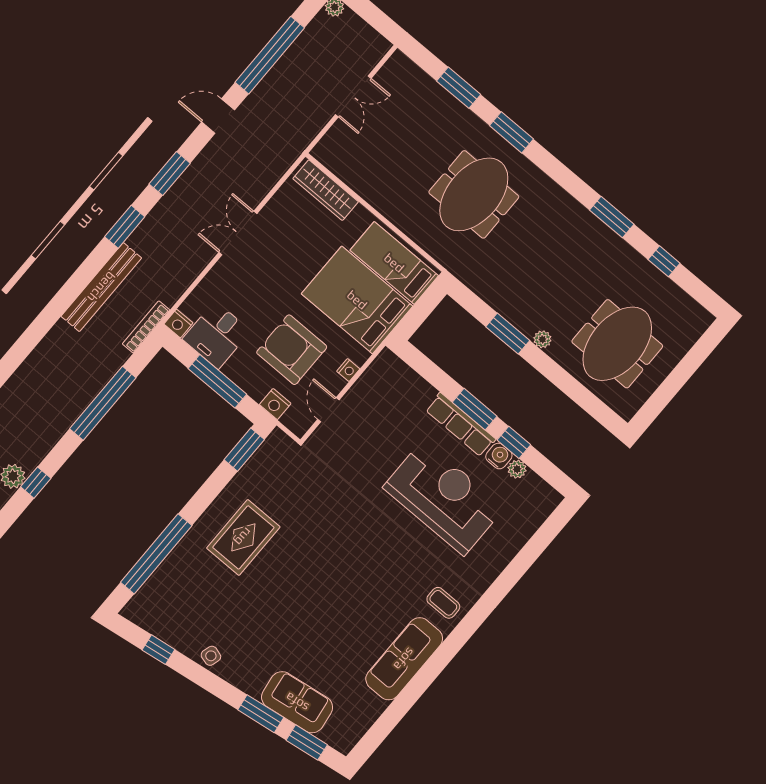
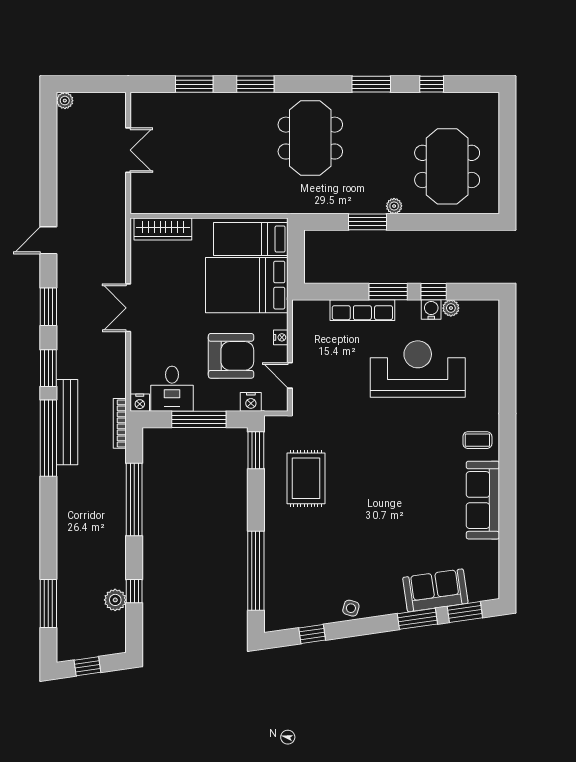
window: (270, 55) -> (48, 438), moved
meeting table: (474, 194) -> (310, 138), moved
armchair: (292, 350) -> (231, 356), turned 180
row of seats: (461, 425) -> (362, 310), moved
rug: (243, 537) -> (306, 478), moved

